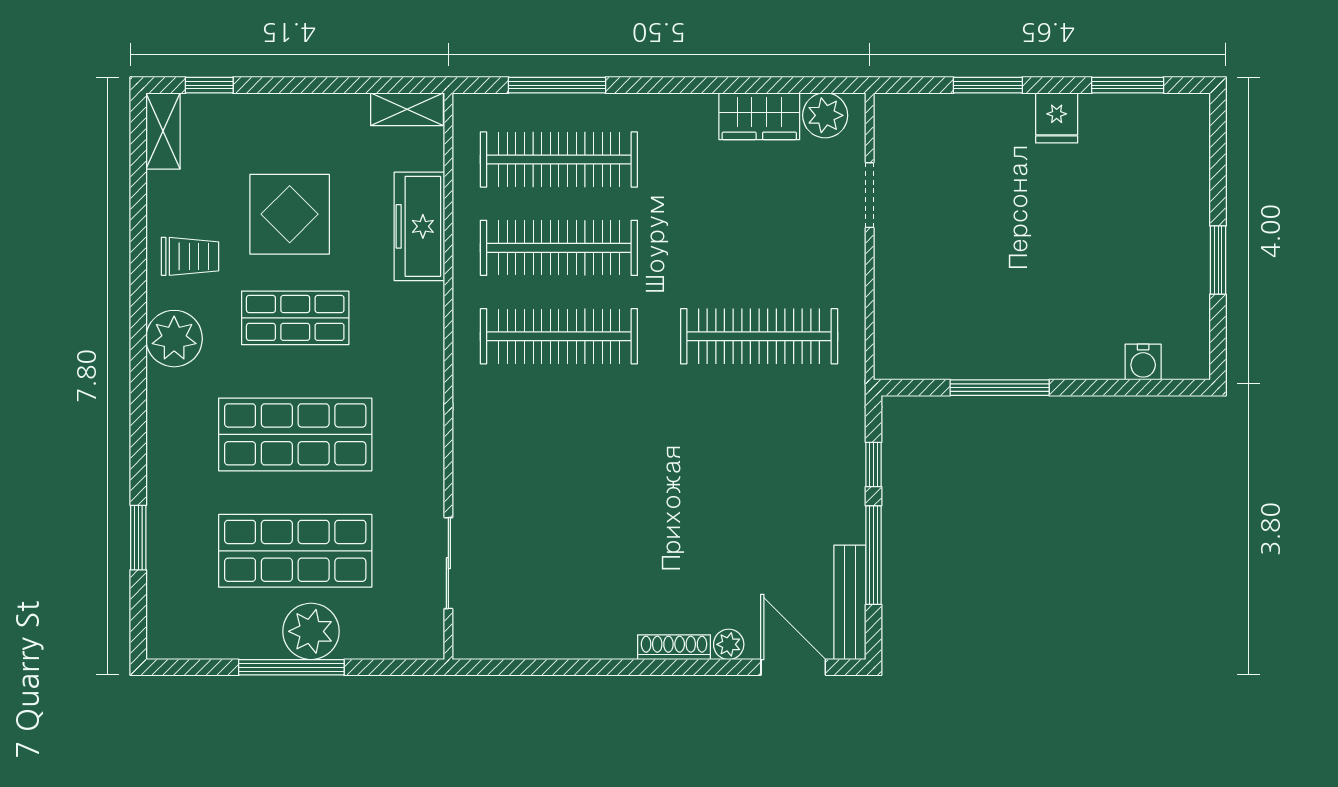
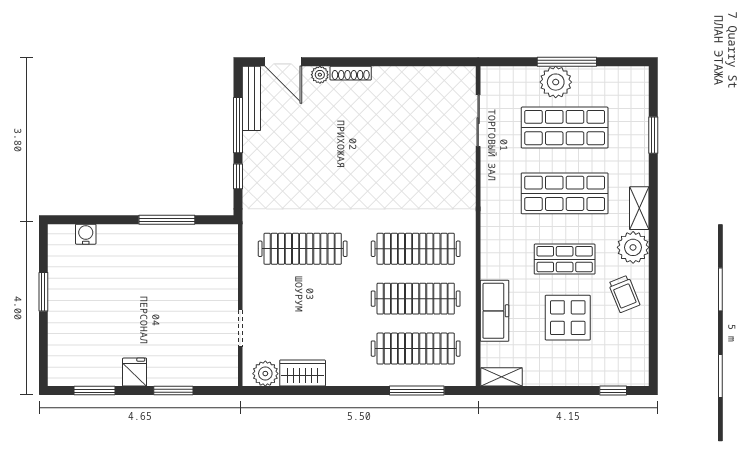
shelving: (163, 131) -> (639, 208), moved
trolley: (190, 256) -> (624, 294), turned -112

